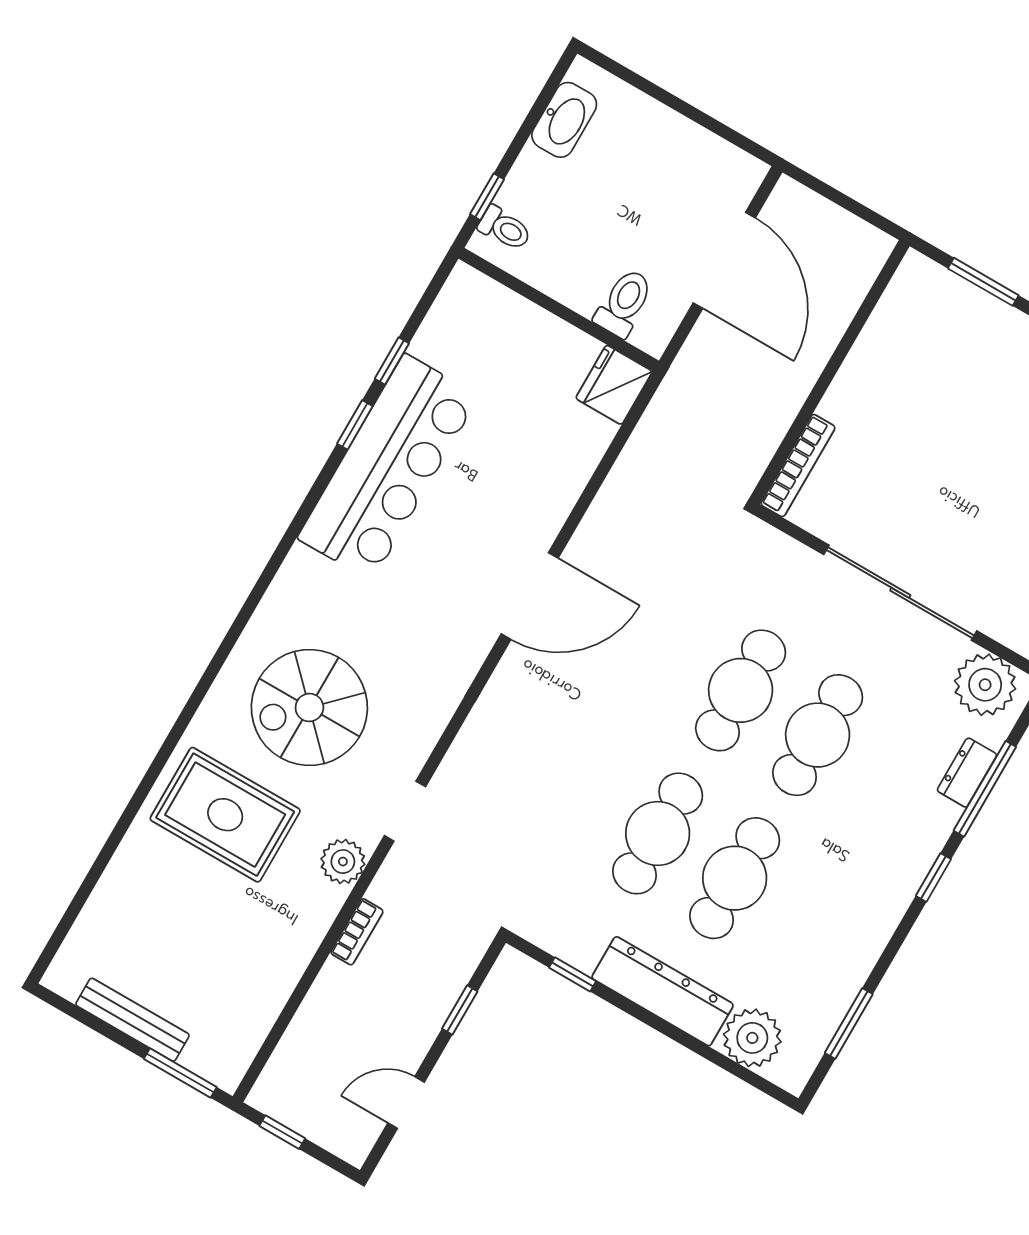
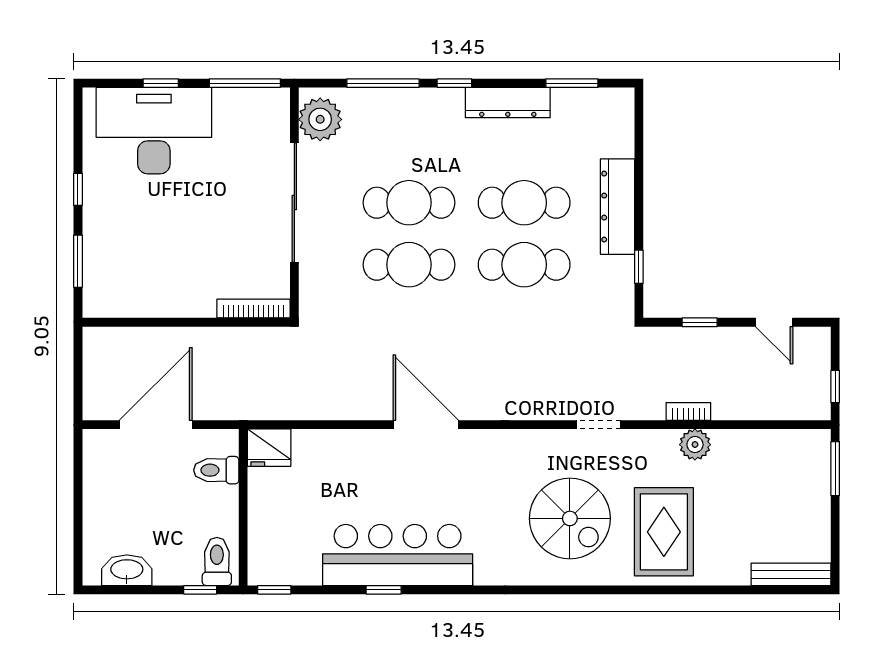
toilet: (505, 228) -> (217, 561), width x1.37, depth x1.39
window: (392, 361) -> (274, 590), moved
dresser: (967, 773) -> (508, 103), moved, width x1.96, depth x1.24
plant: (343, 862) -> (695, 445), moved
bench: (133, 1020) -> (791, 574), moved, turned 90
plant: (752, 1038) -> (614, 136), removed

